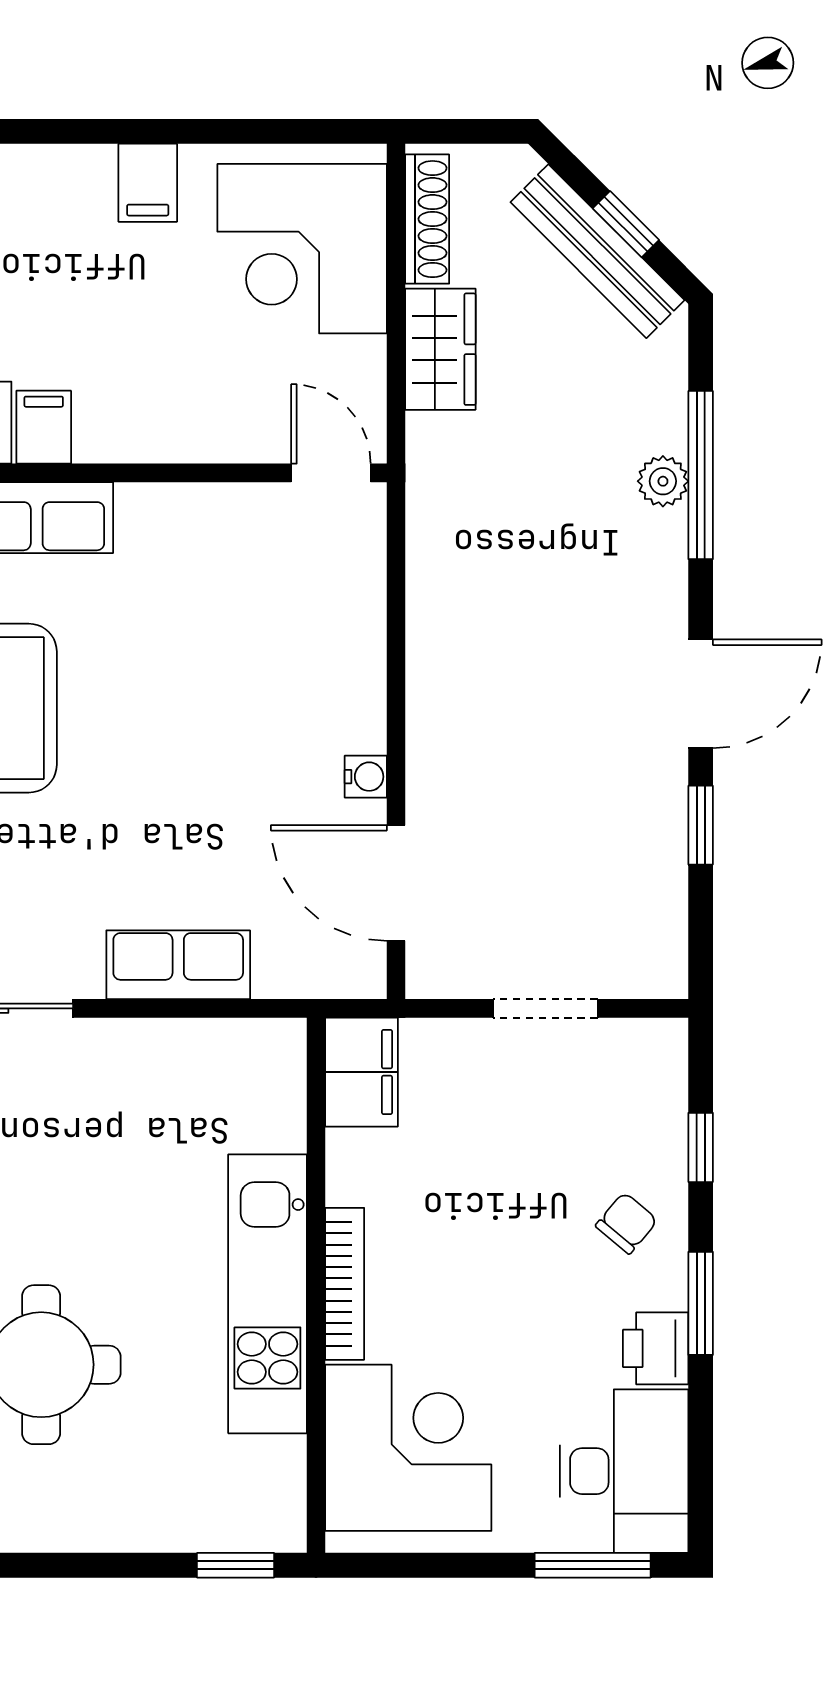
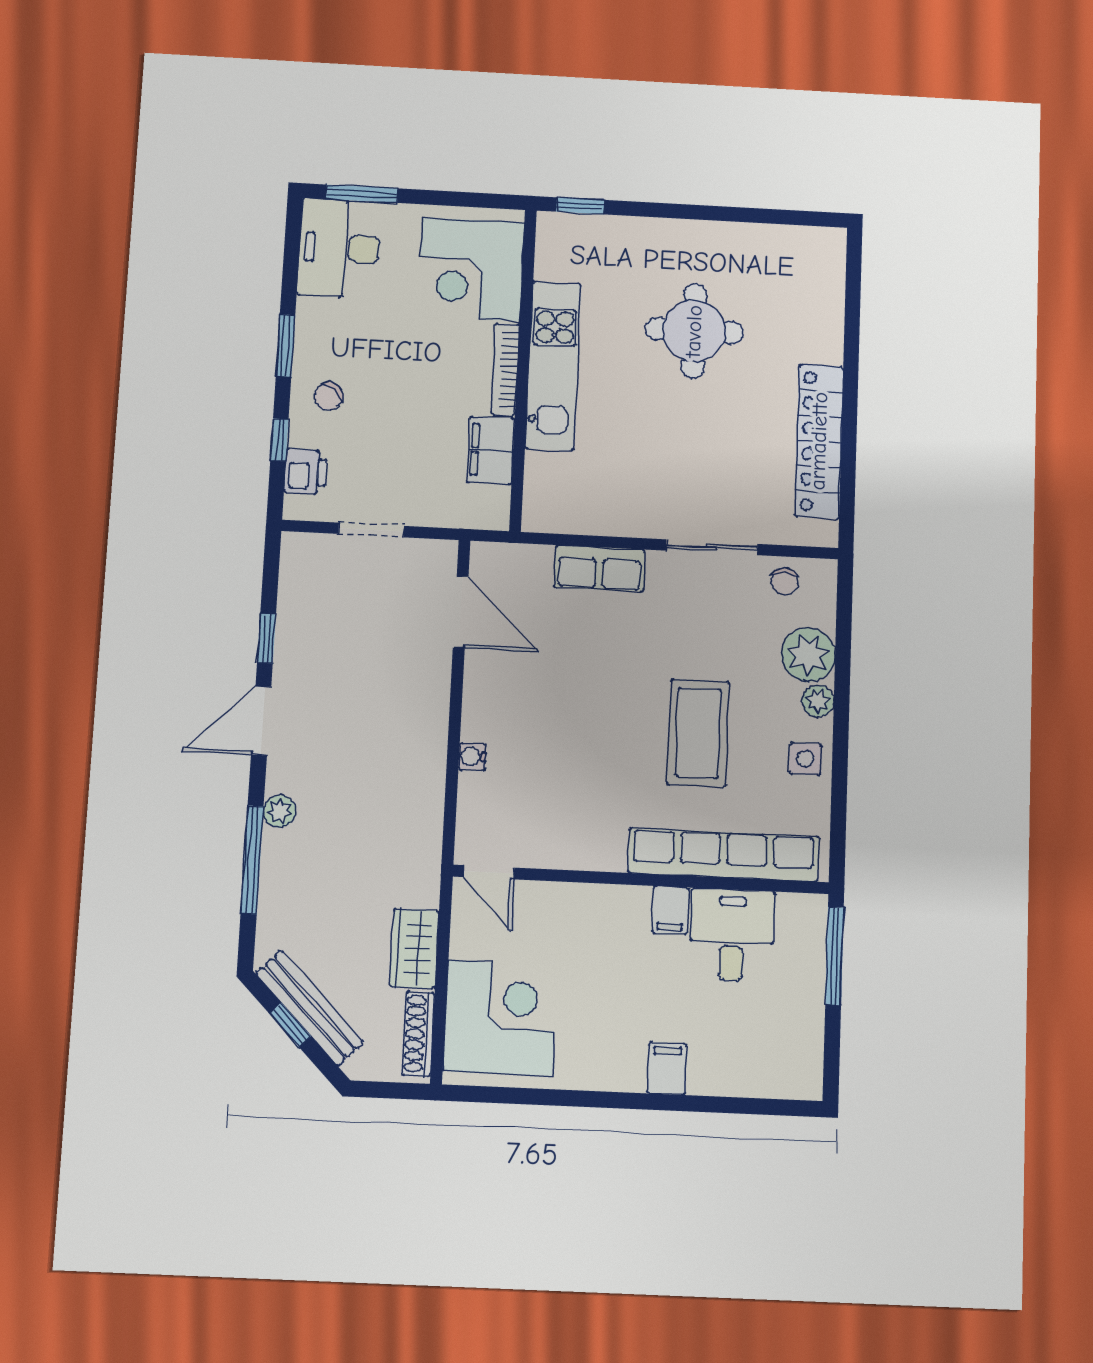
filing cabinet: (148, 183) -> (667, 1069), moved
plant: (663, 481) -> (279, 811), moved
water cooler: (366, 777) -> (472, 757), moved
filing cabinet: (362, 1072) -> (491, 450), moved
printer: (656, 1348) -> (306, 472), moved

